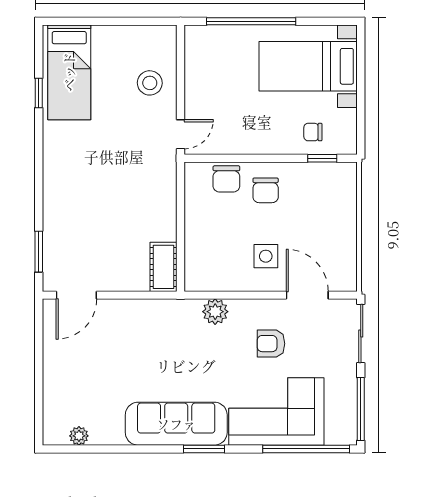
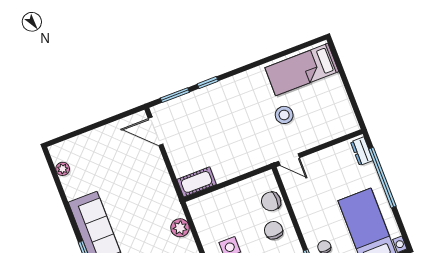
dresser: (206, 35) -> (362, 151), added
stool: (150, 83) -> (284, 115), moved
window: (39, 93) -> (208, 83), moved
chair: (266, 190) -> (274, 230), turned 90

